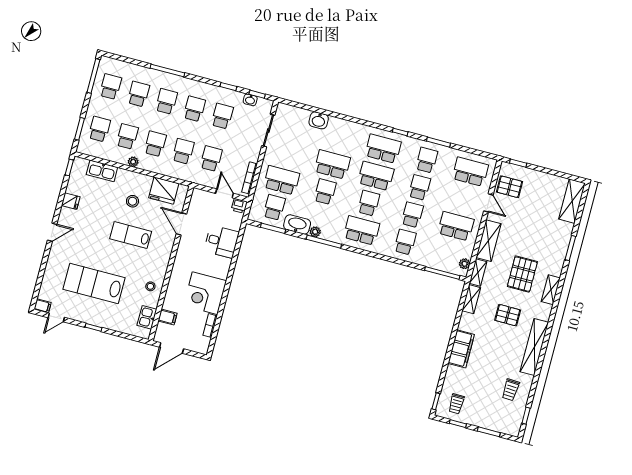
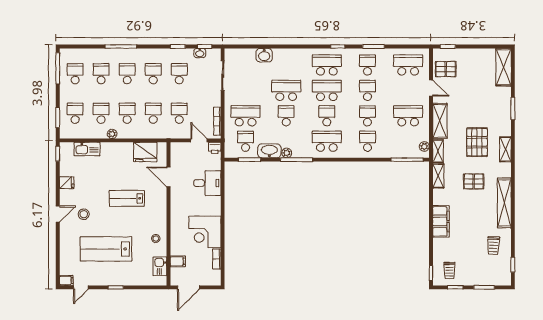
stool: (133, 201) -> (84, 214), moved

